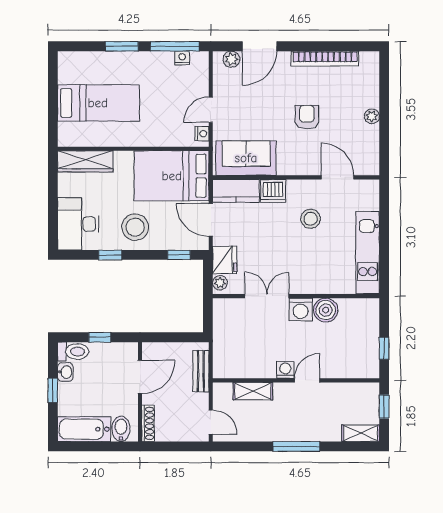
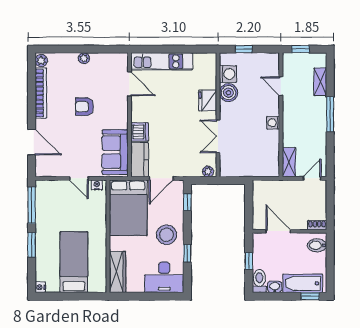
nightstand: (182, 58) -> (40, 287), moved
plant: (231, 59) -> (41, 61), moved
door: (338, 177) -> (129, 84), swing flipped
stool: (311, 219) -> (160, 104), removed
kitchen unit: (368, 253) -> (162, 61), moved
fridge: (225, 260) -> (208, 100), moved, turned -90
washing machine: (301, 309) -> (228, 74), moved
window: (384, 348) -> (244, 49), moved
bench: (201, 371) -> (274, 186), removed
door: (307, 380) -> (281, 86), moved
window: (53, 390) -> (310, 296), moved
shelving: (253, 391) -> (289, 162), moved
shoe rack: (148, 423) -> (317, 225), width x0.70
bathtub: (84, 429) -> (303, 283), moved, turned 90
shelving: (361, 433) -> (320, 82), moved

